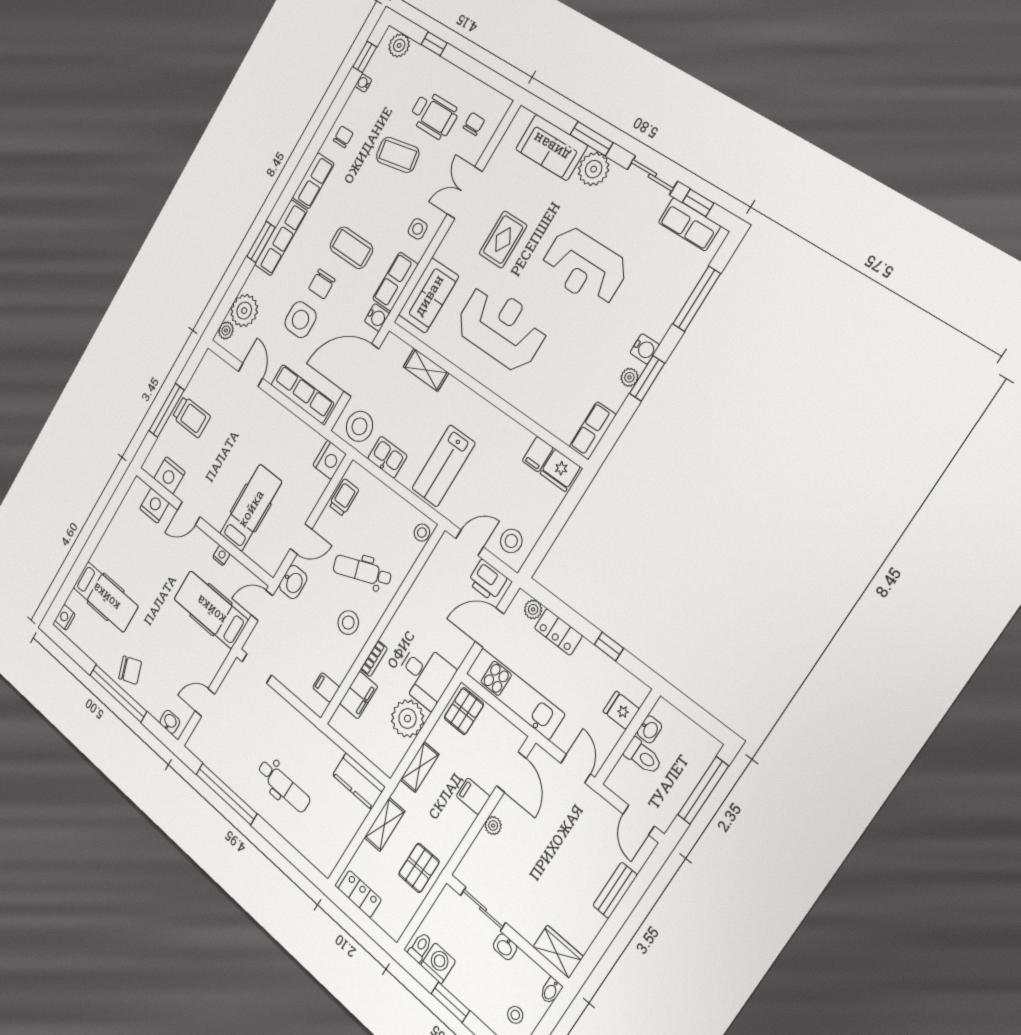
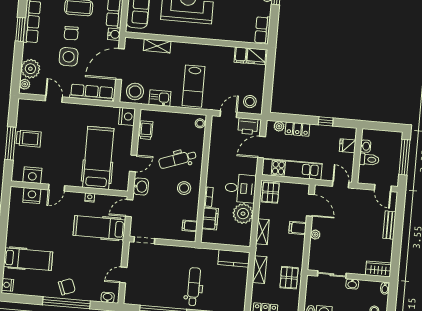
hospital bed: (251, 508) -> (98, 158), width x1.37, depth x1.29
dental chair: (284, 786) -> (194, 287), turned -90

